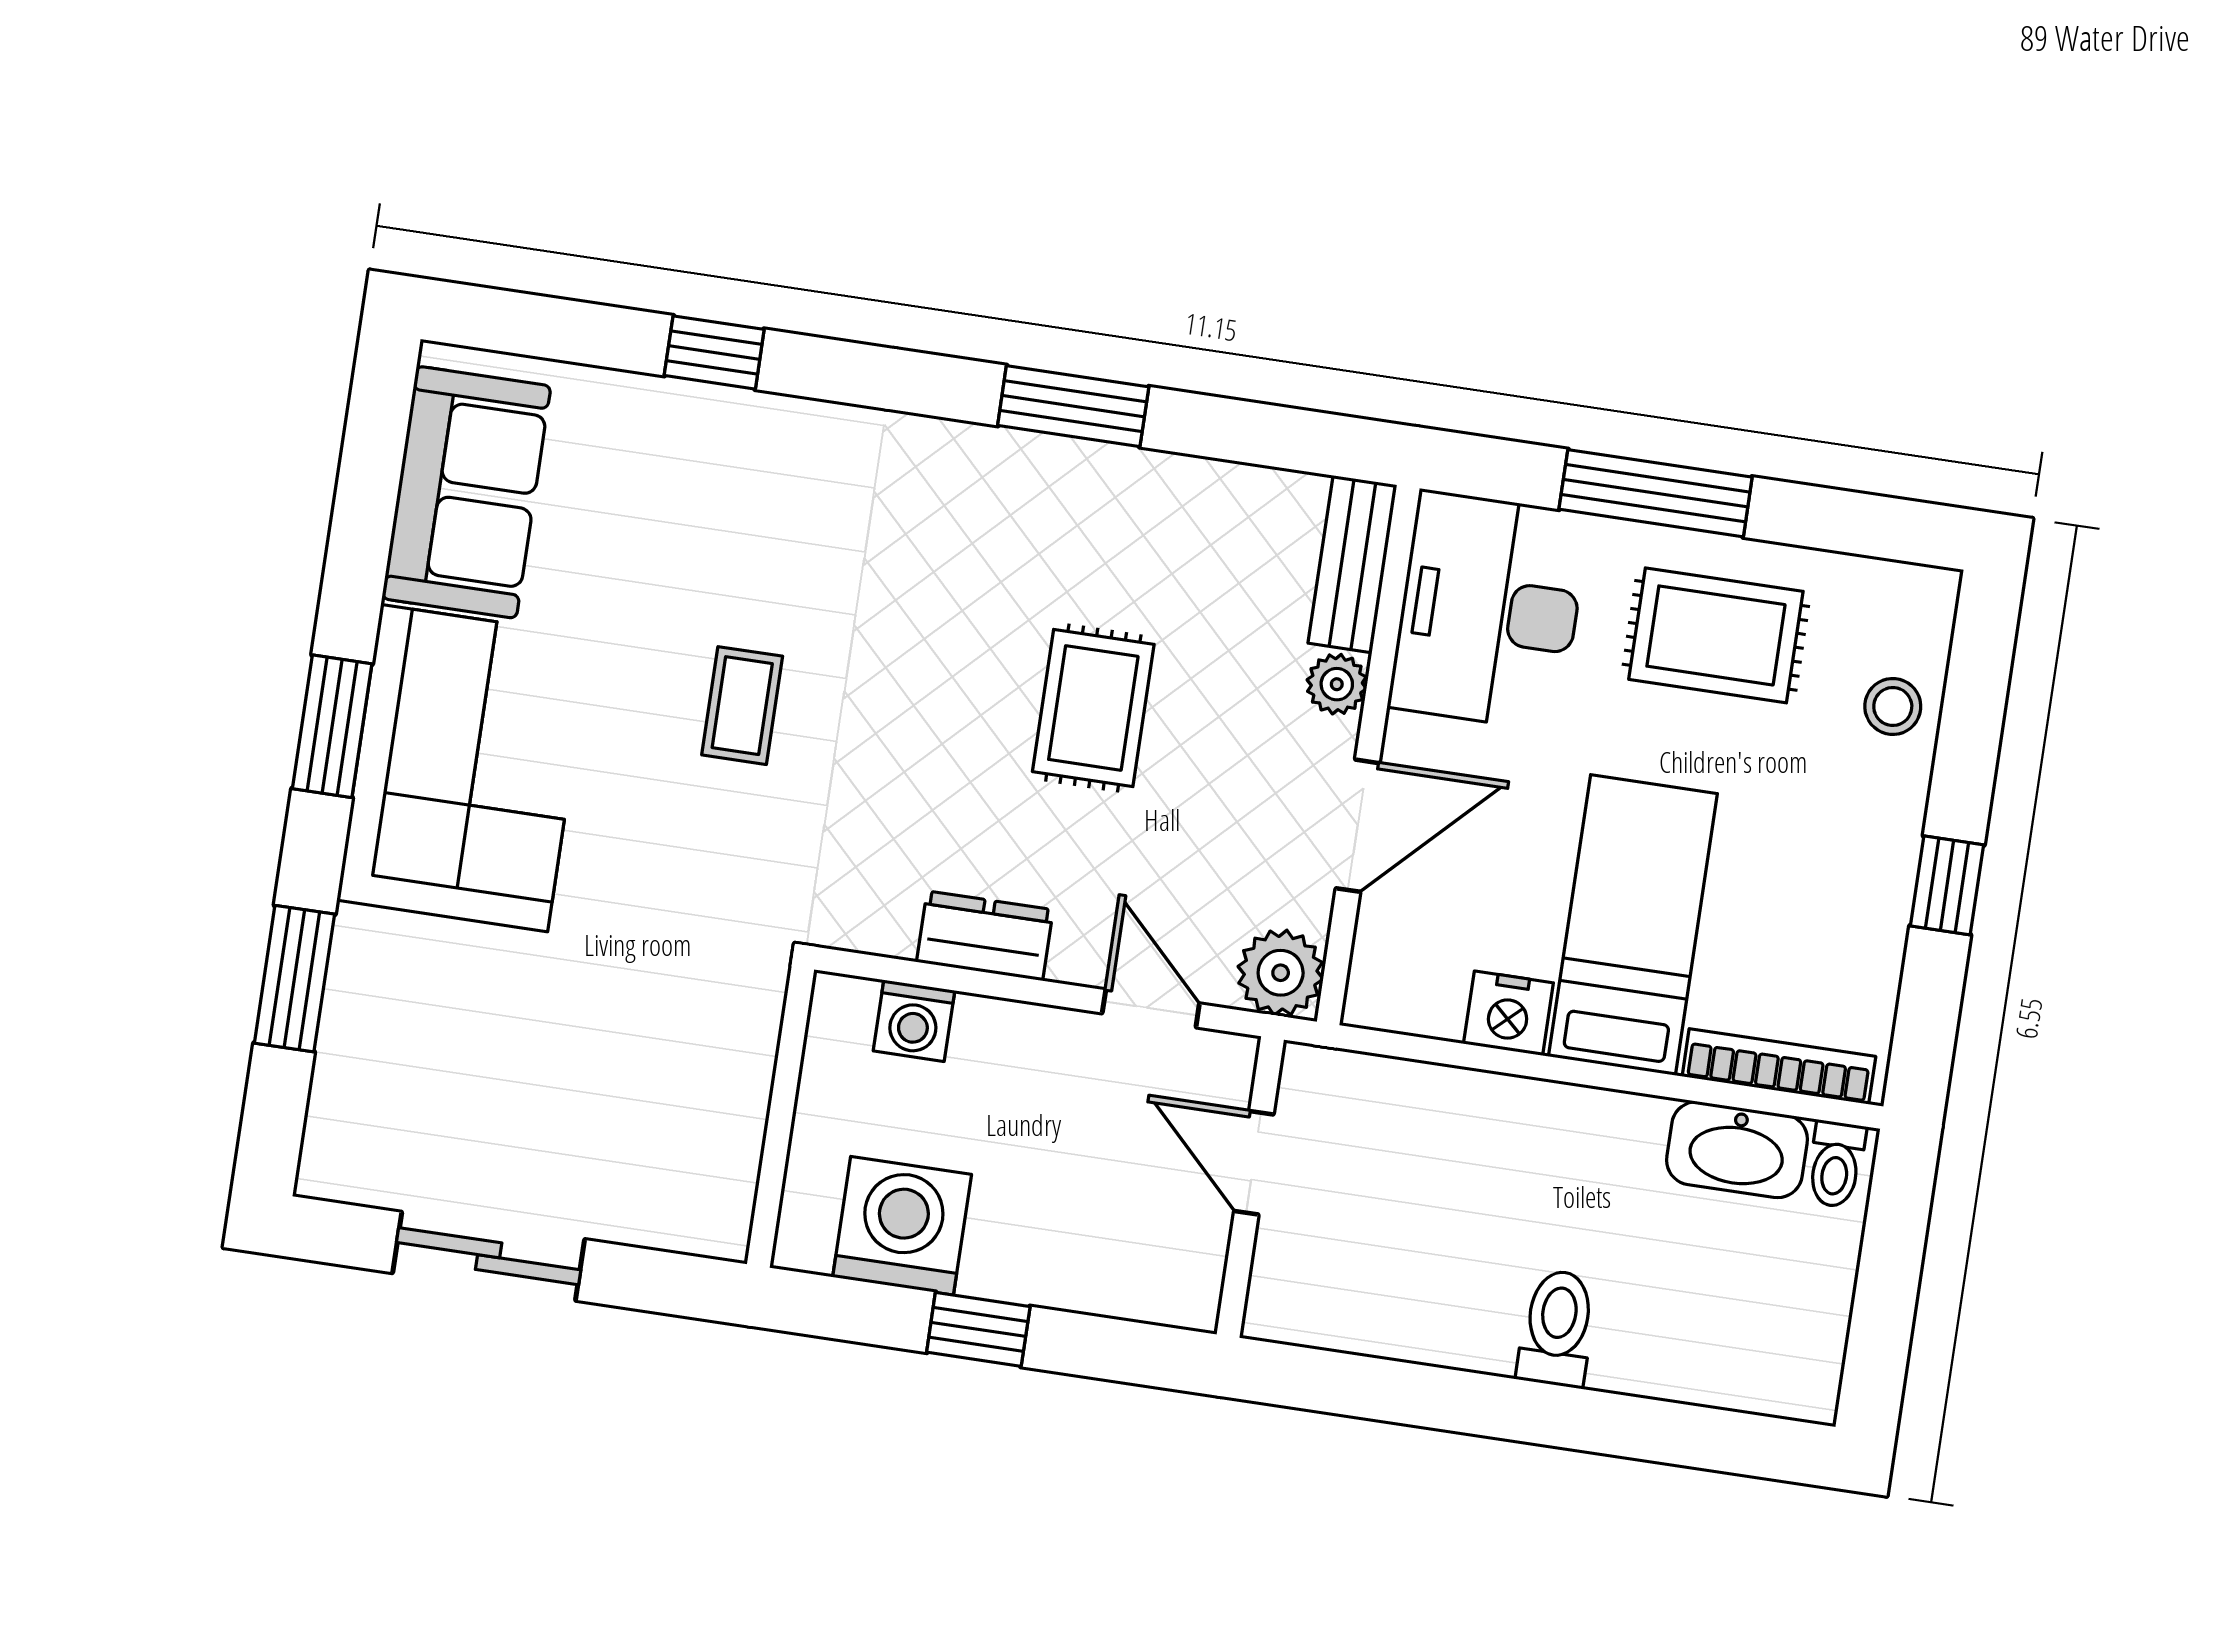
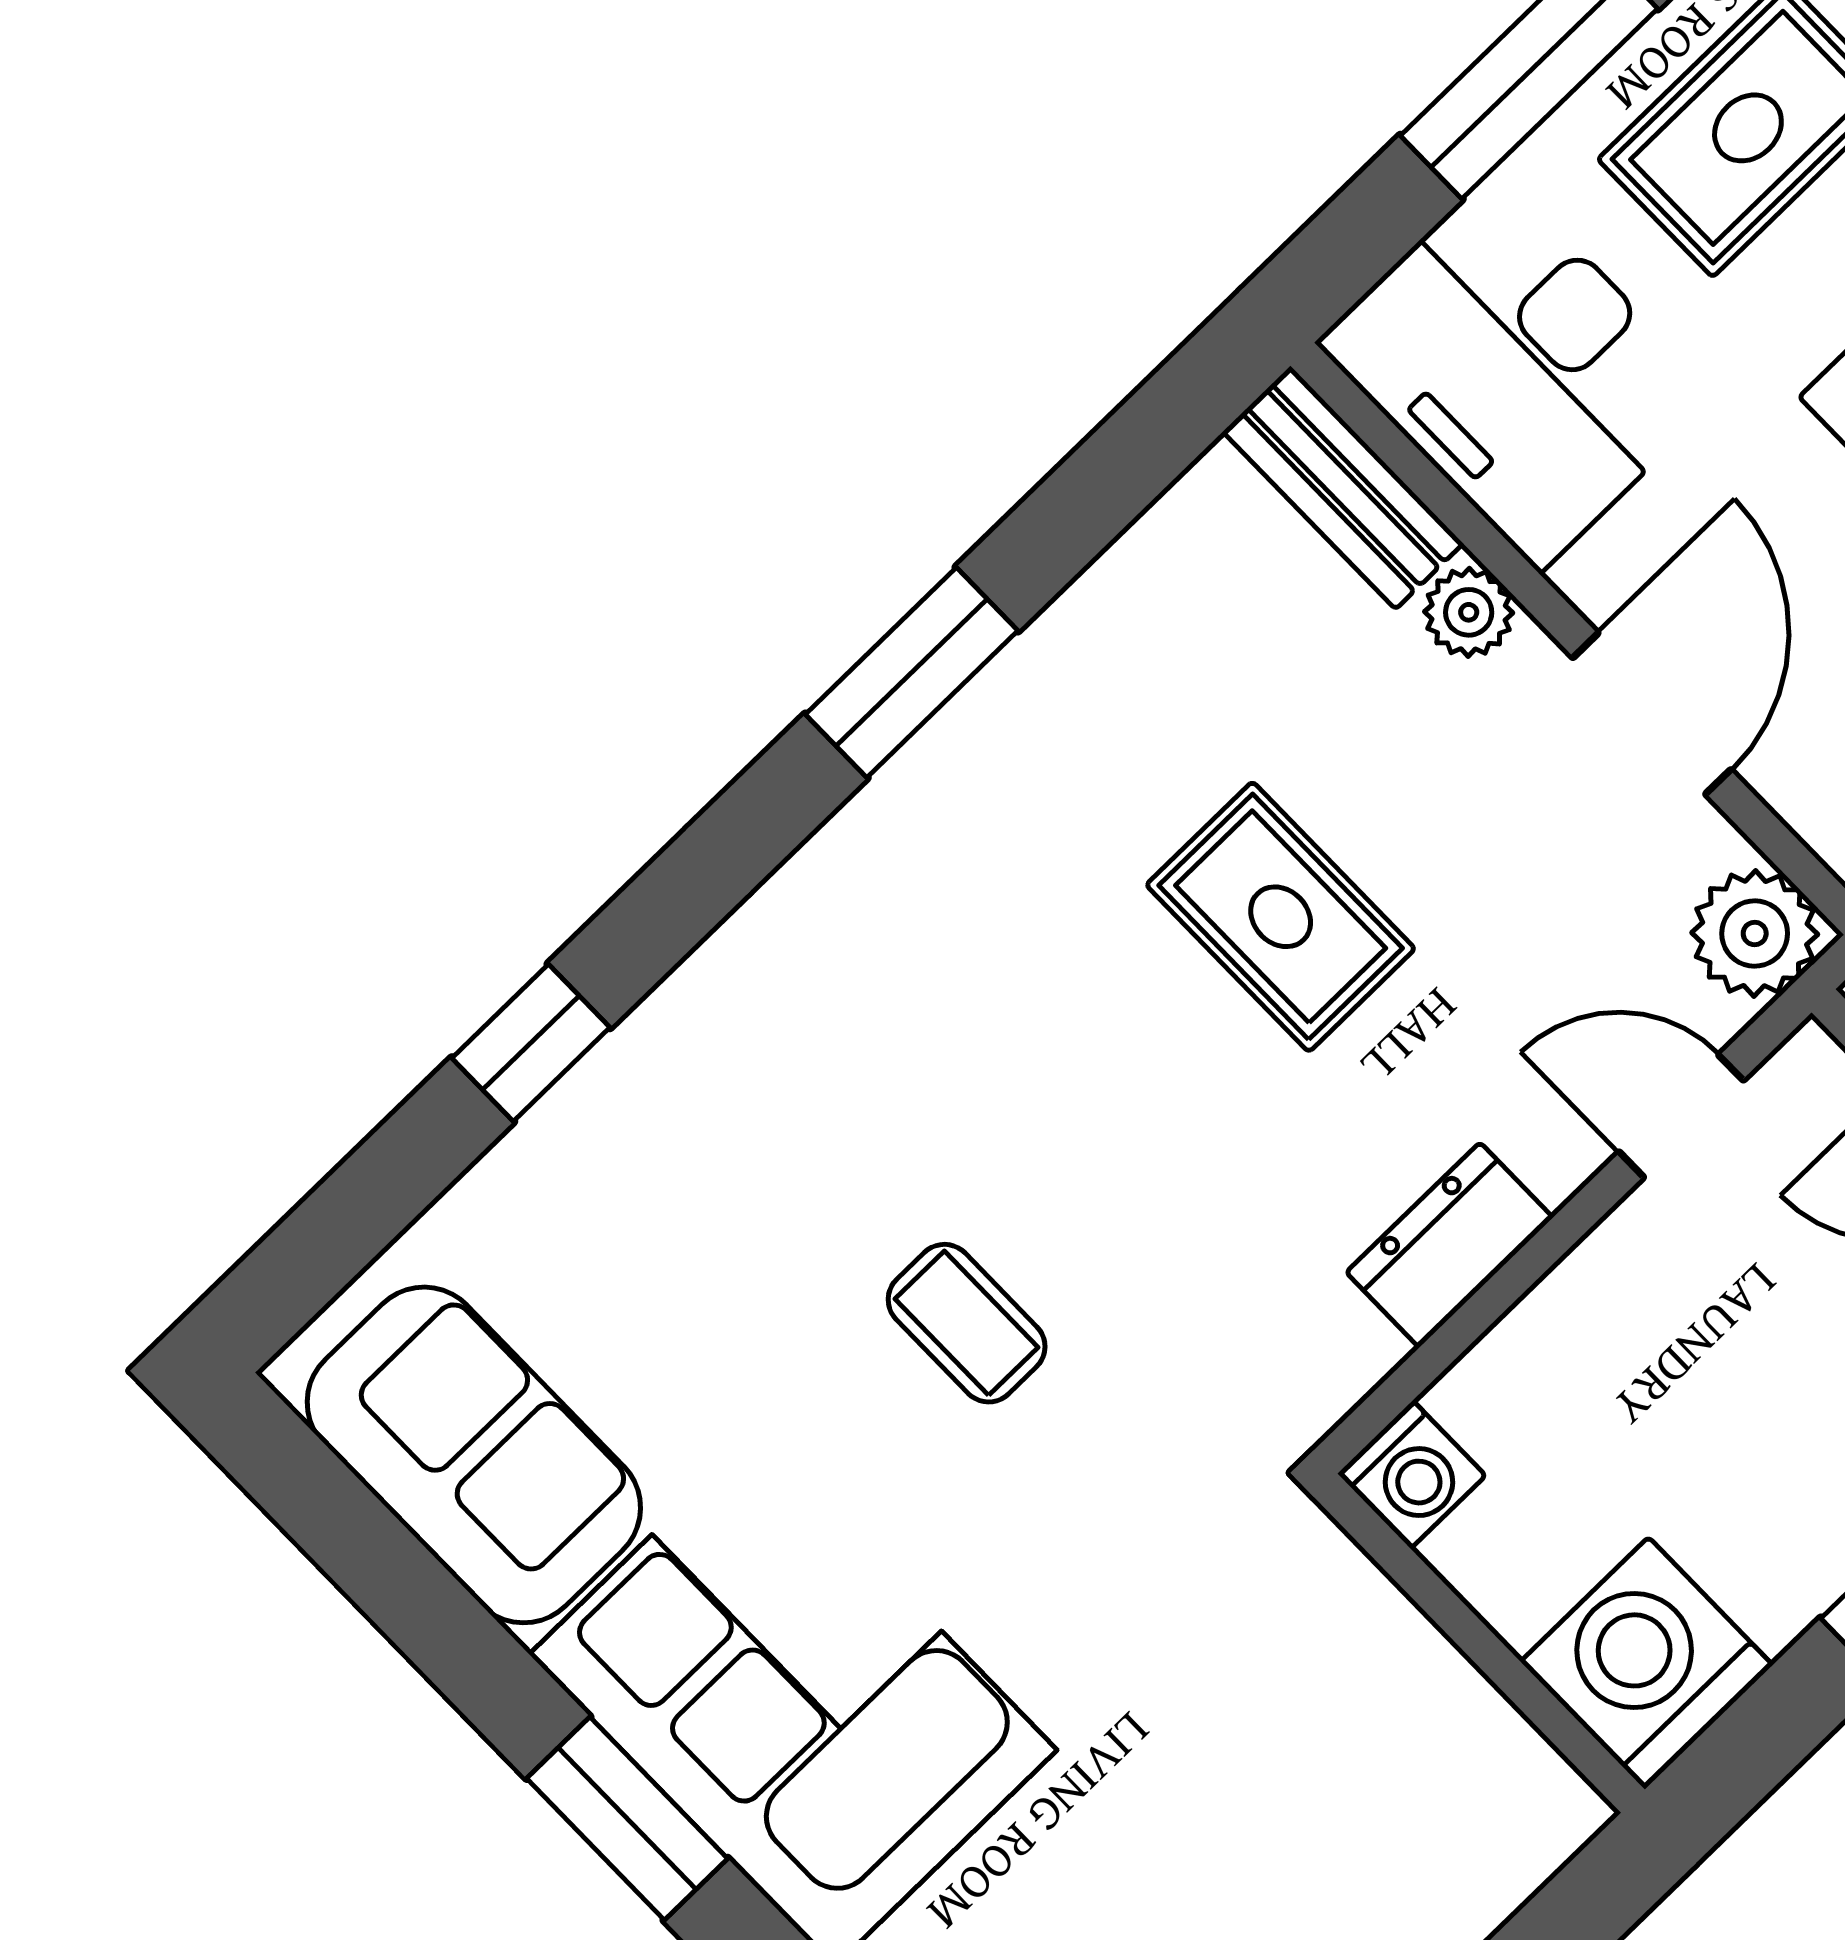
washing machine: (914, 1021) -> (1412, 1475), moved
washing machine: (902, 1226) -> (1647, 1663), moved

